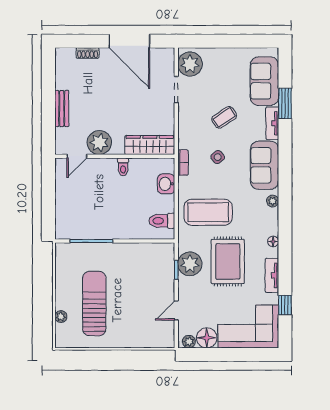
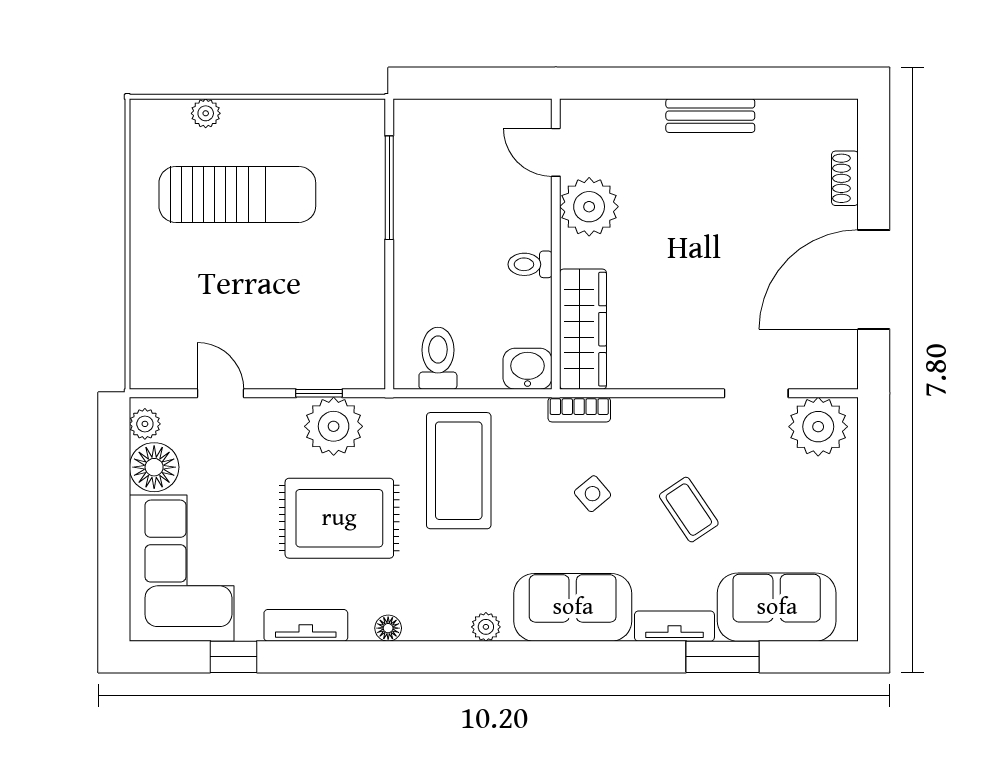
plant: (99, 143) -> (589, 207), moved
wardrobe: (150, 145) -> (583, 329), moved
door: (77, 156) -> (556, 152), moved
wall: (115, 156) -> (556, 244), moved
toilet: (123, 167) -> (530, 264), moved

